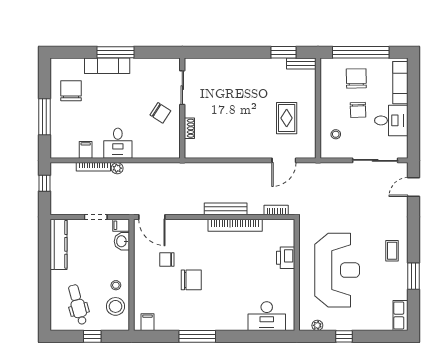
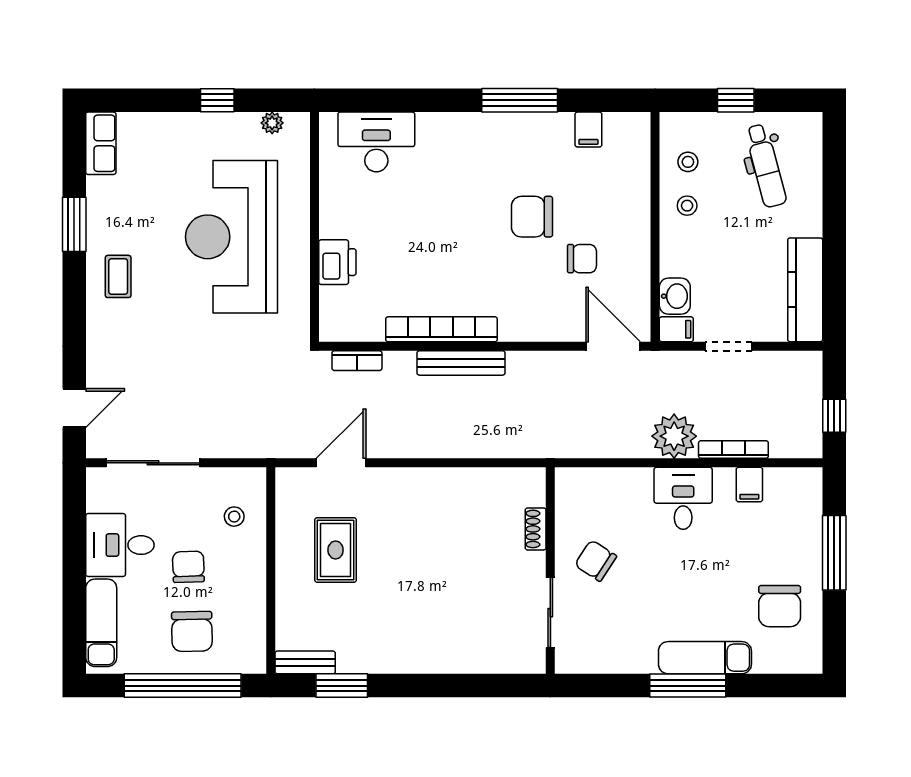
plant: (117, 168) -> (674, 436), width x1.87, depth x1.87
stool: (115, 306) -> (688, 162), width x0.53, depth x0.53
filing cabinet: (148, 322) -> (588, 130), moved

